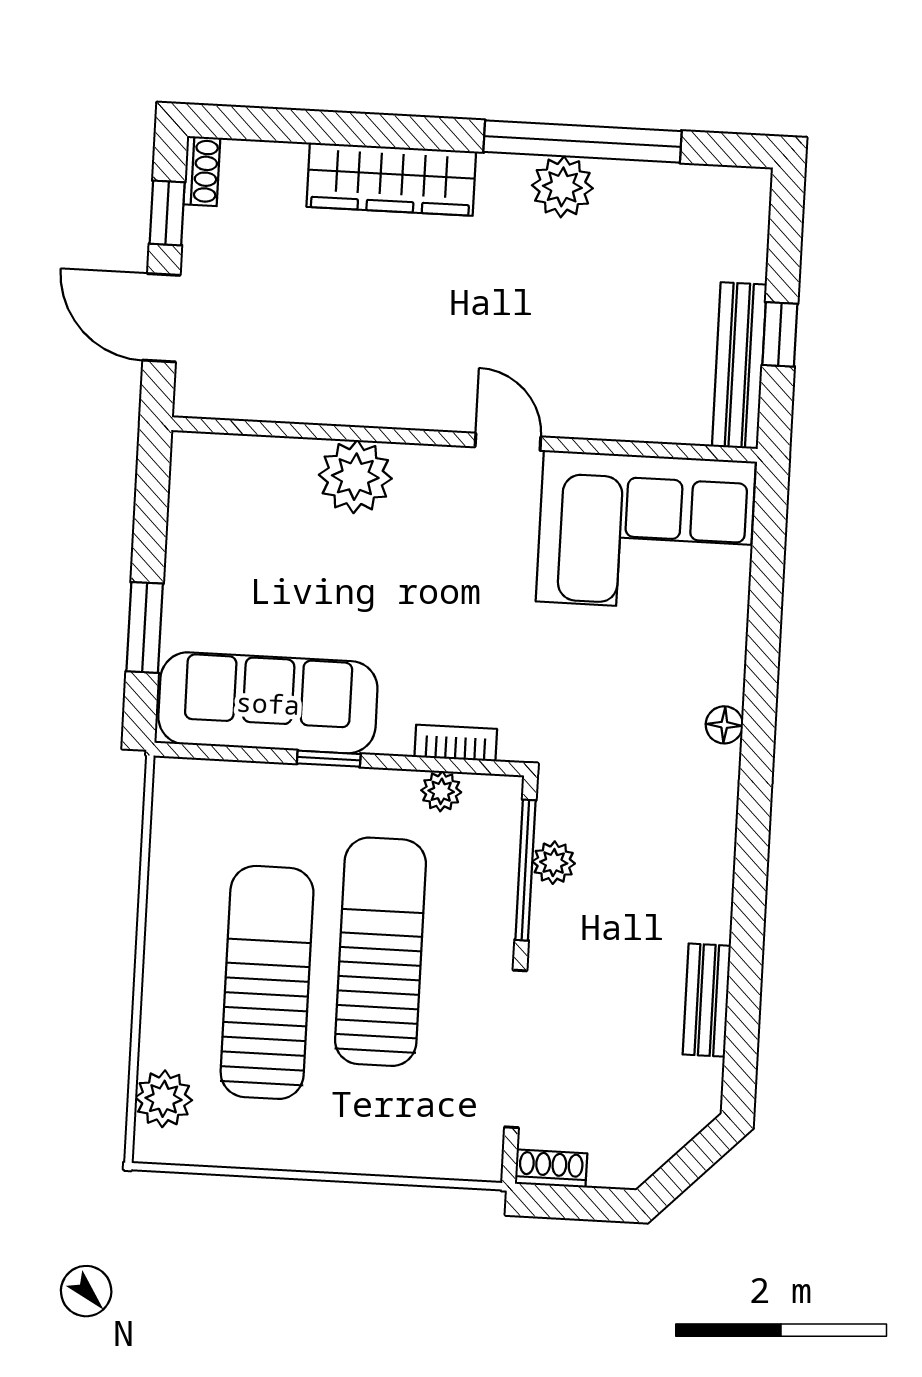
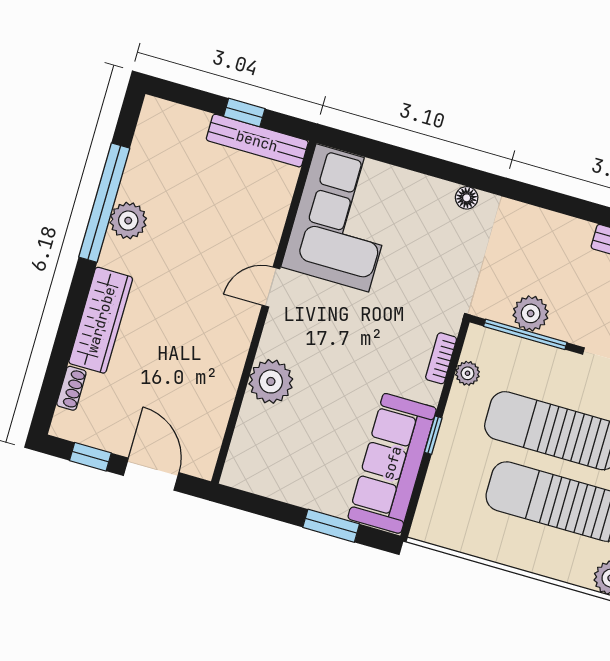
shoe rack: (202, 171) -> (71, 388), moved, turned 90
door: (161, 318) -> (151, 474), swing flipped
plant: (554, 863) -> (531, 313), width x1.38, depth x1.38

